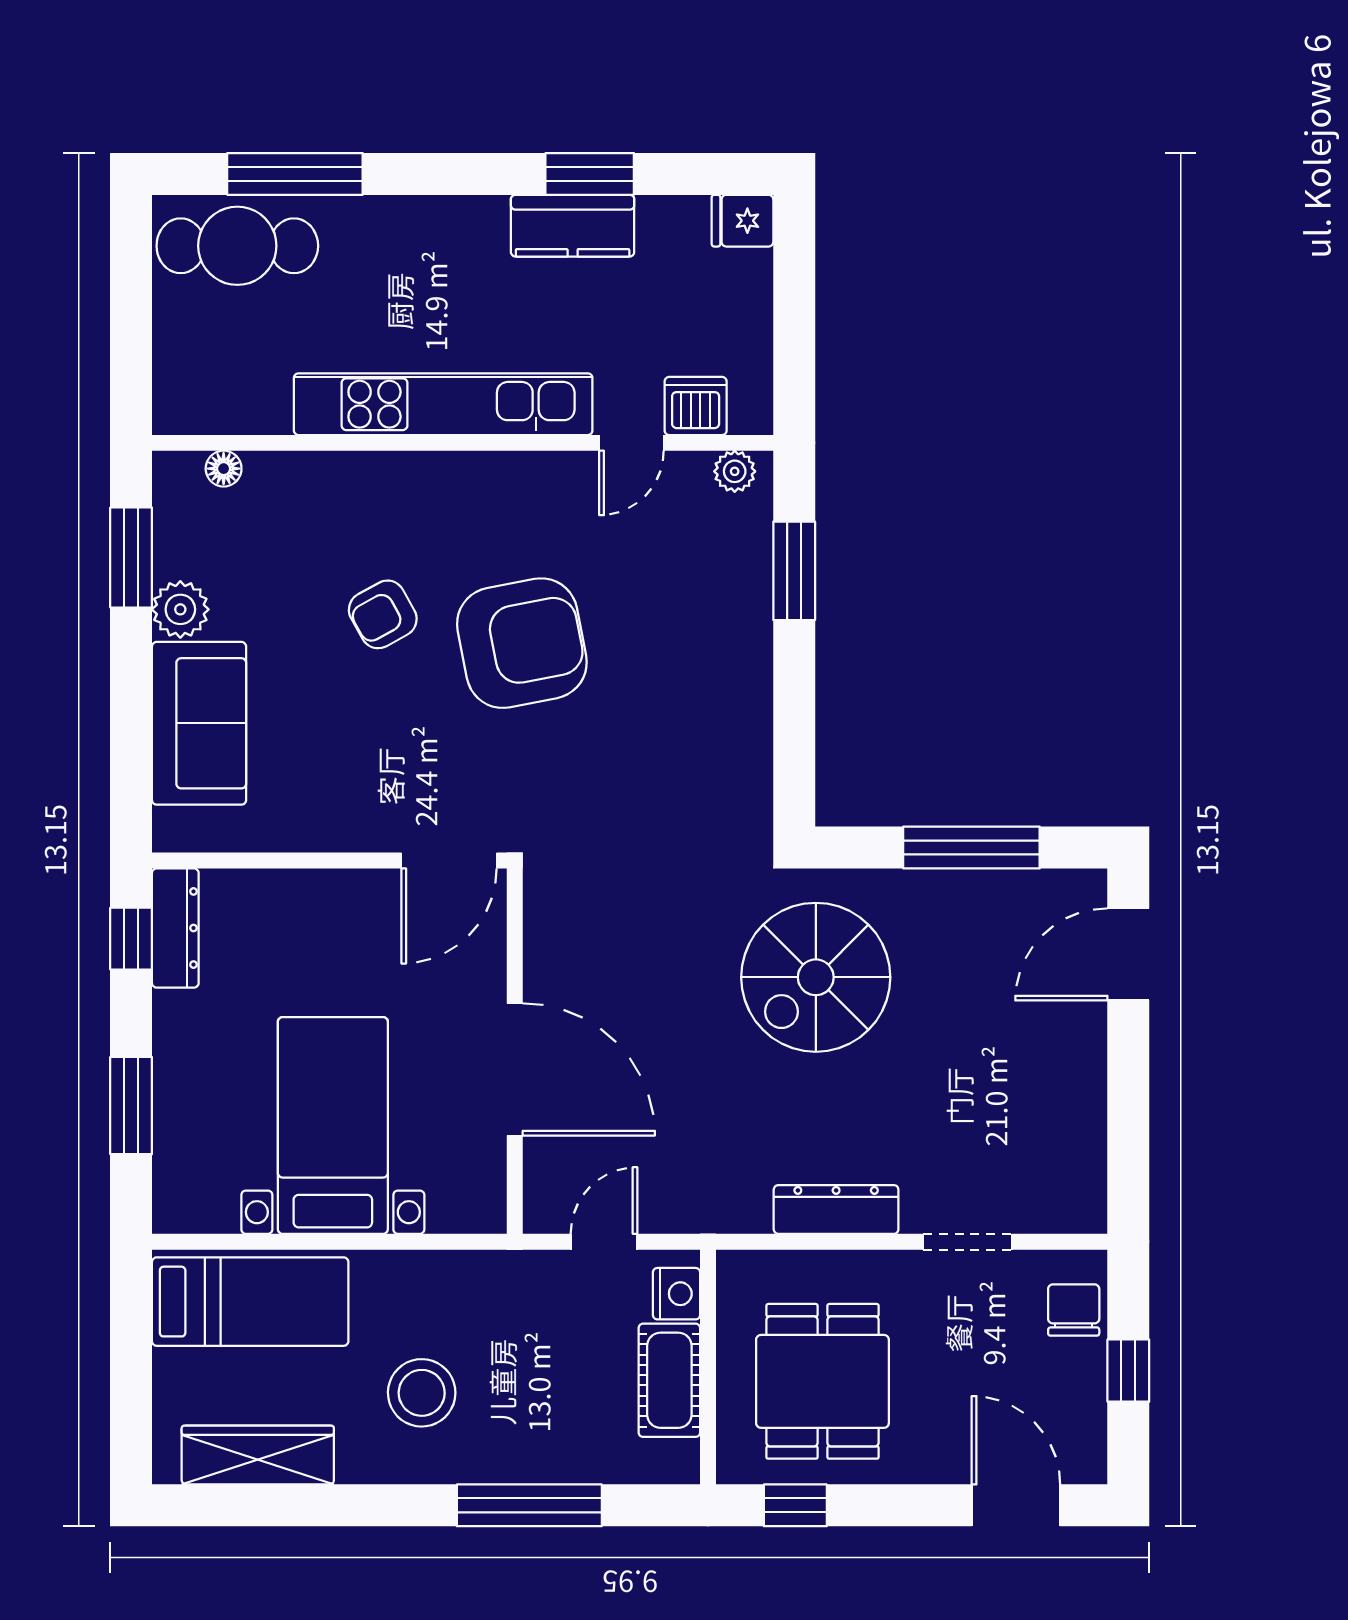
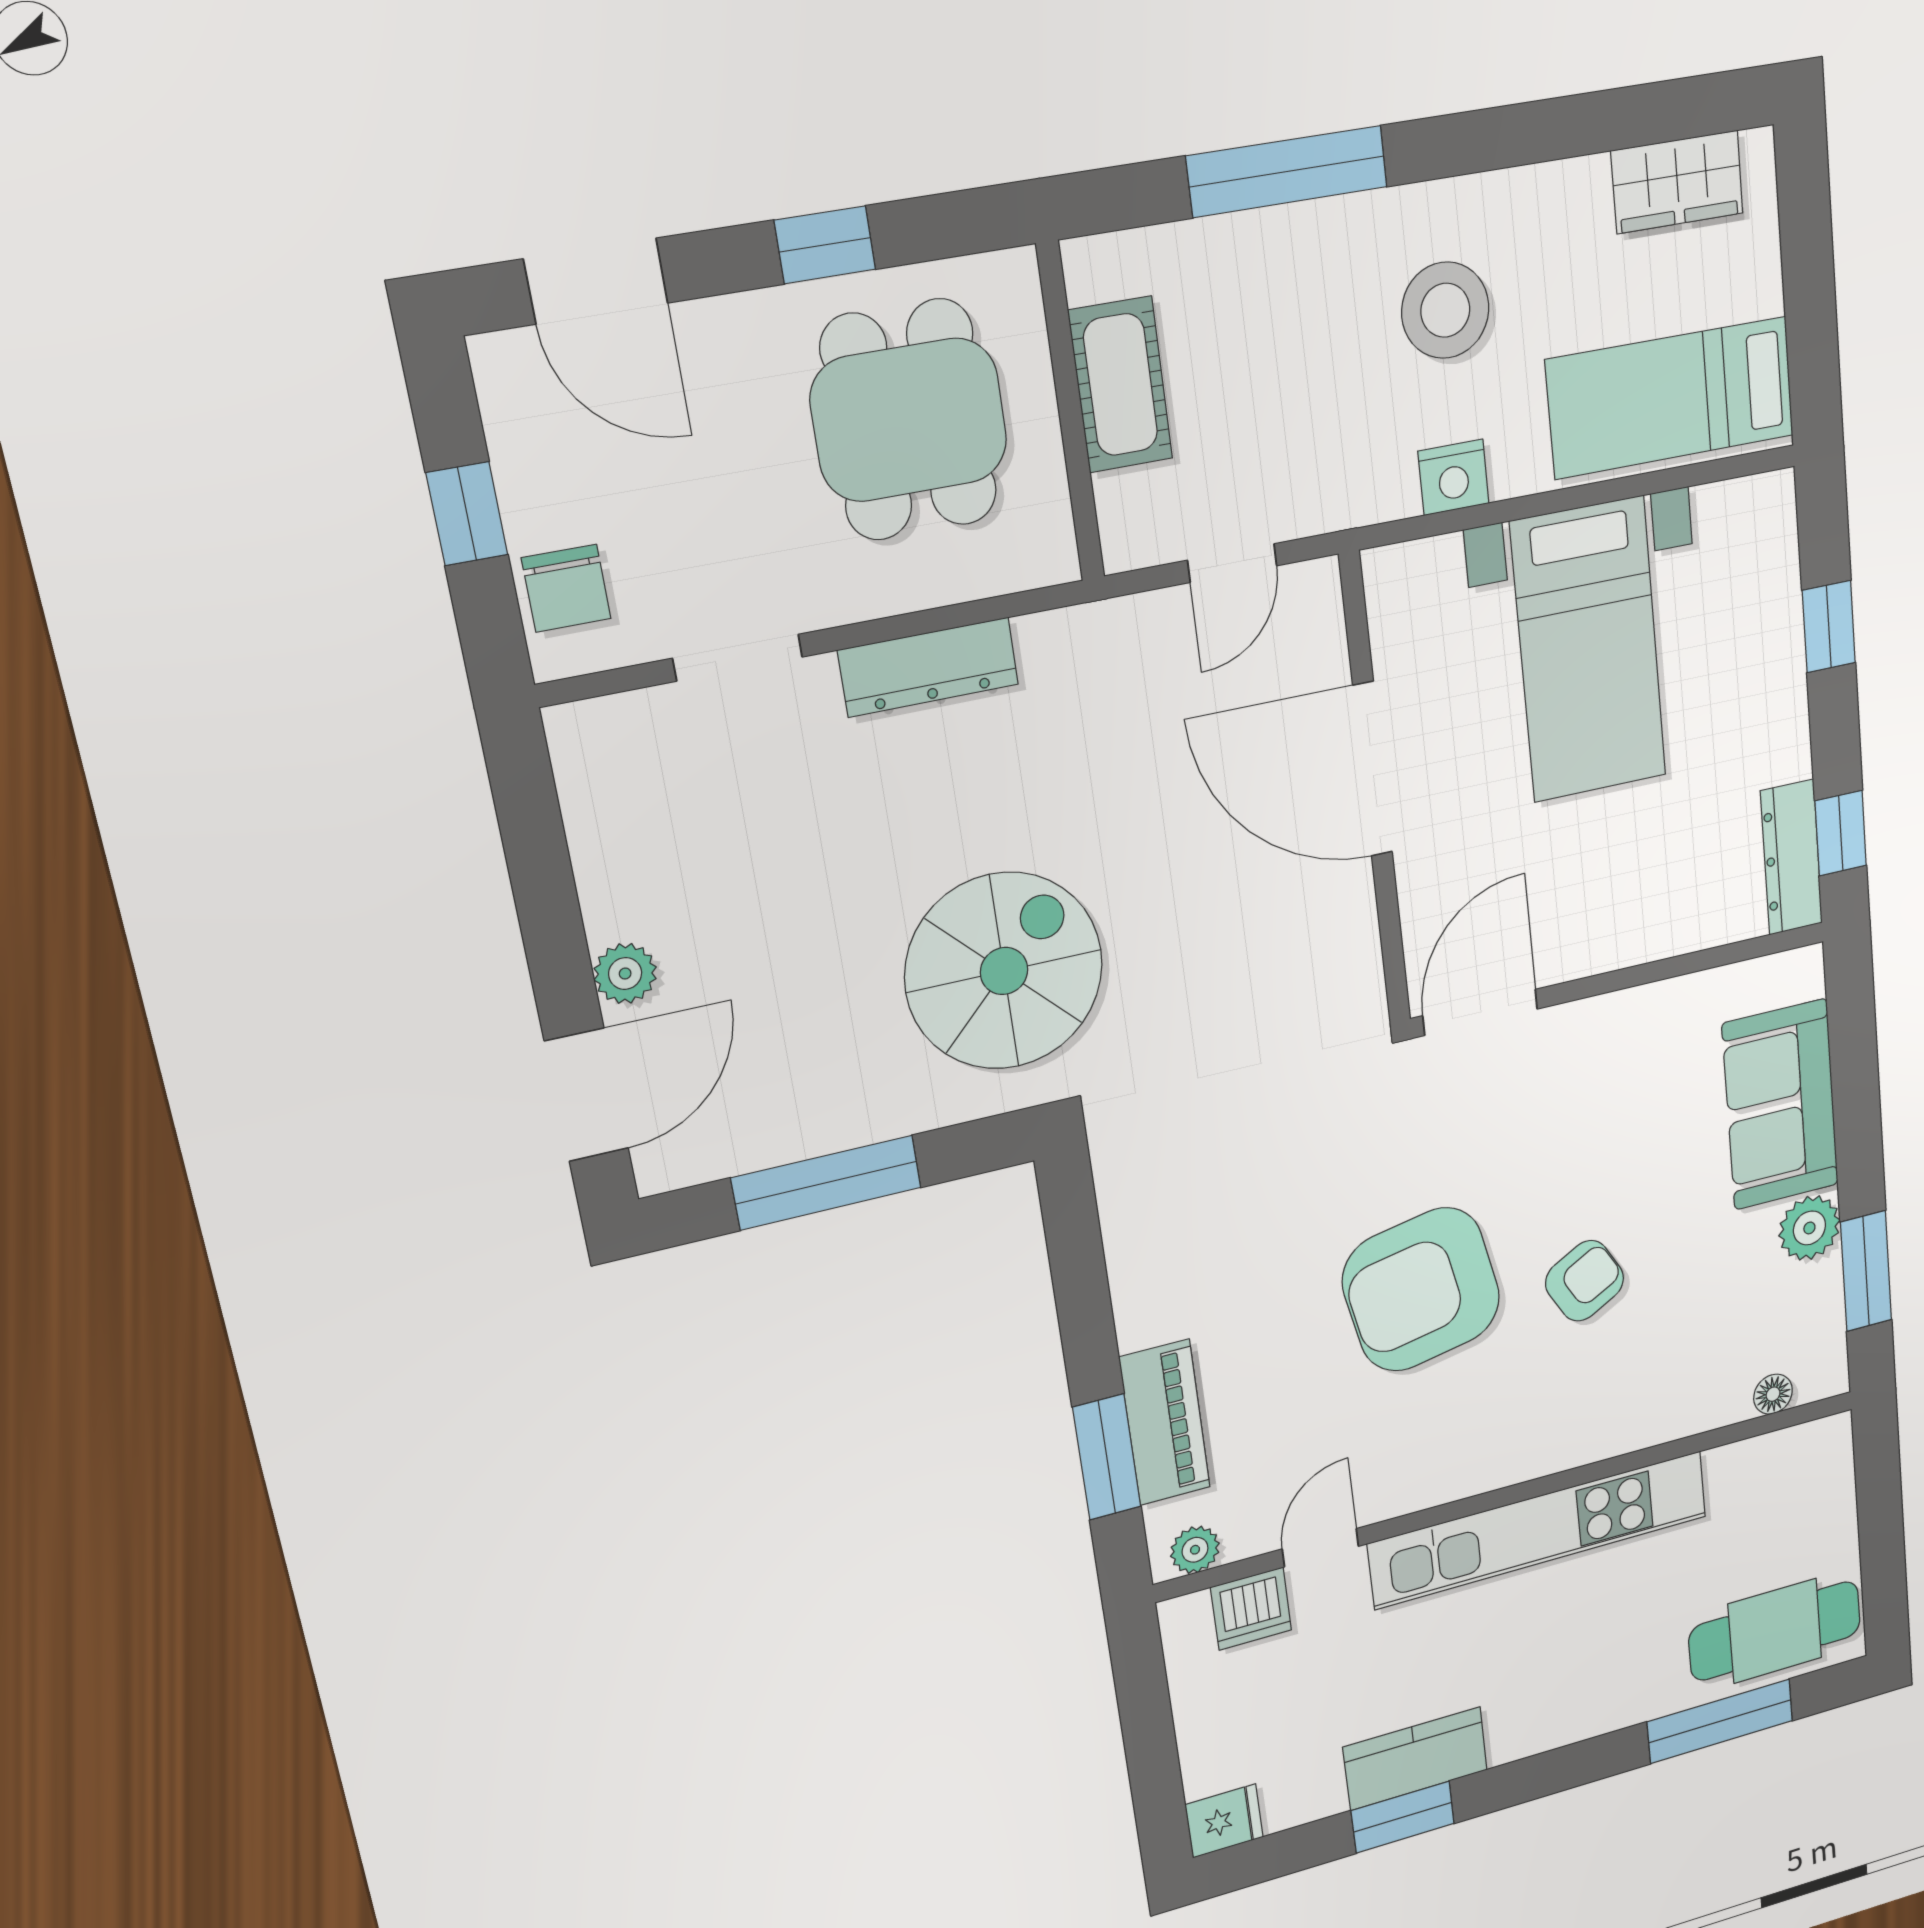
piano: (744, 587) -> (1165, 1423), added
plant: (1085, 1036) -> (625, 973), added
window: (131, 1106) -> (1829, 627), width x0.67
nightstand: (677, 1294) -> (1453, 477), moved, turned -90
wardrobe: (258, 1455) -> (1677, 182), width x0.67
window: (795, 1505) -> (825, 245), moved

